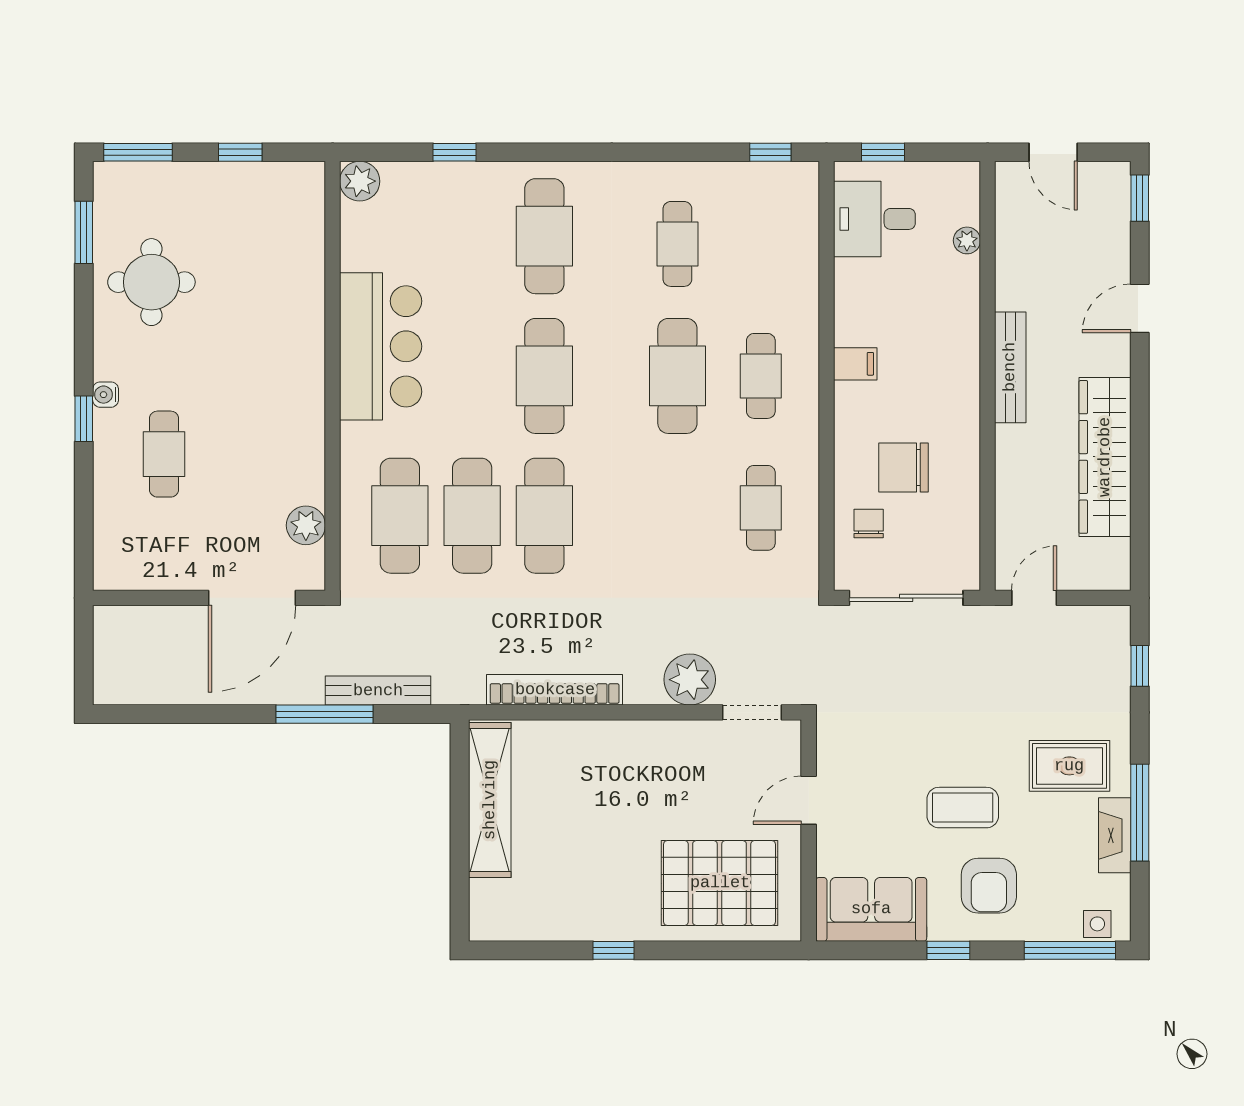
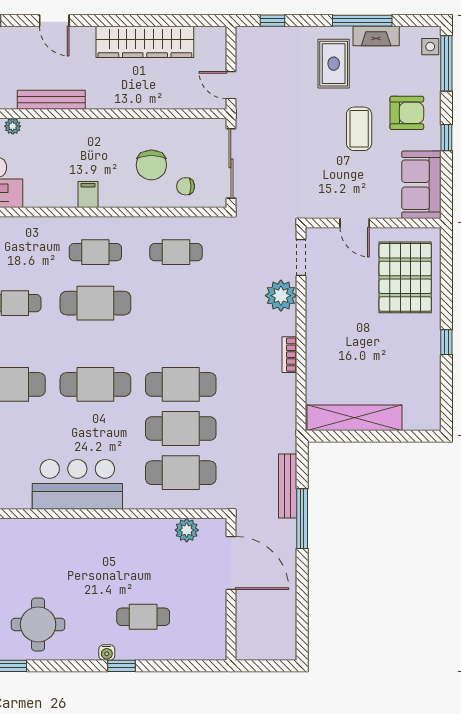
bench: (1010, 367) -> (51, 100), moved
bookcase: (555, 690) -> (289, 355), width x0.43, depth x0.76

